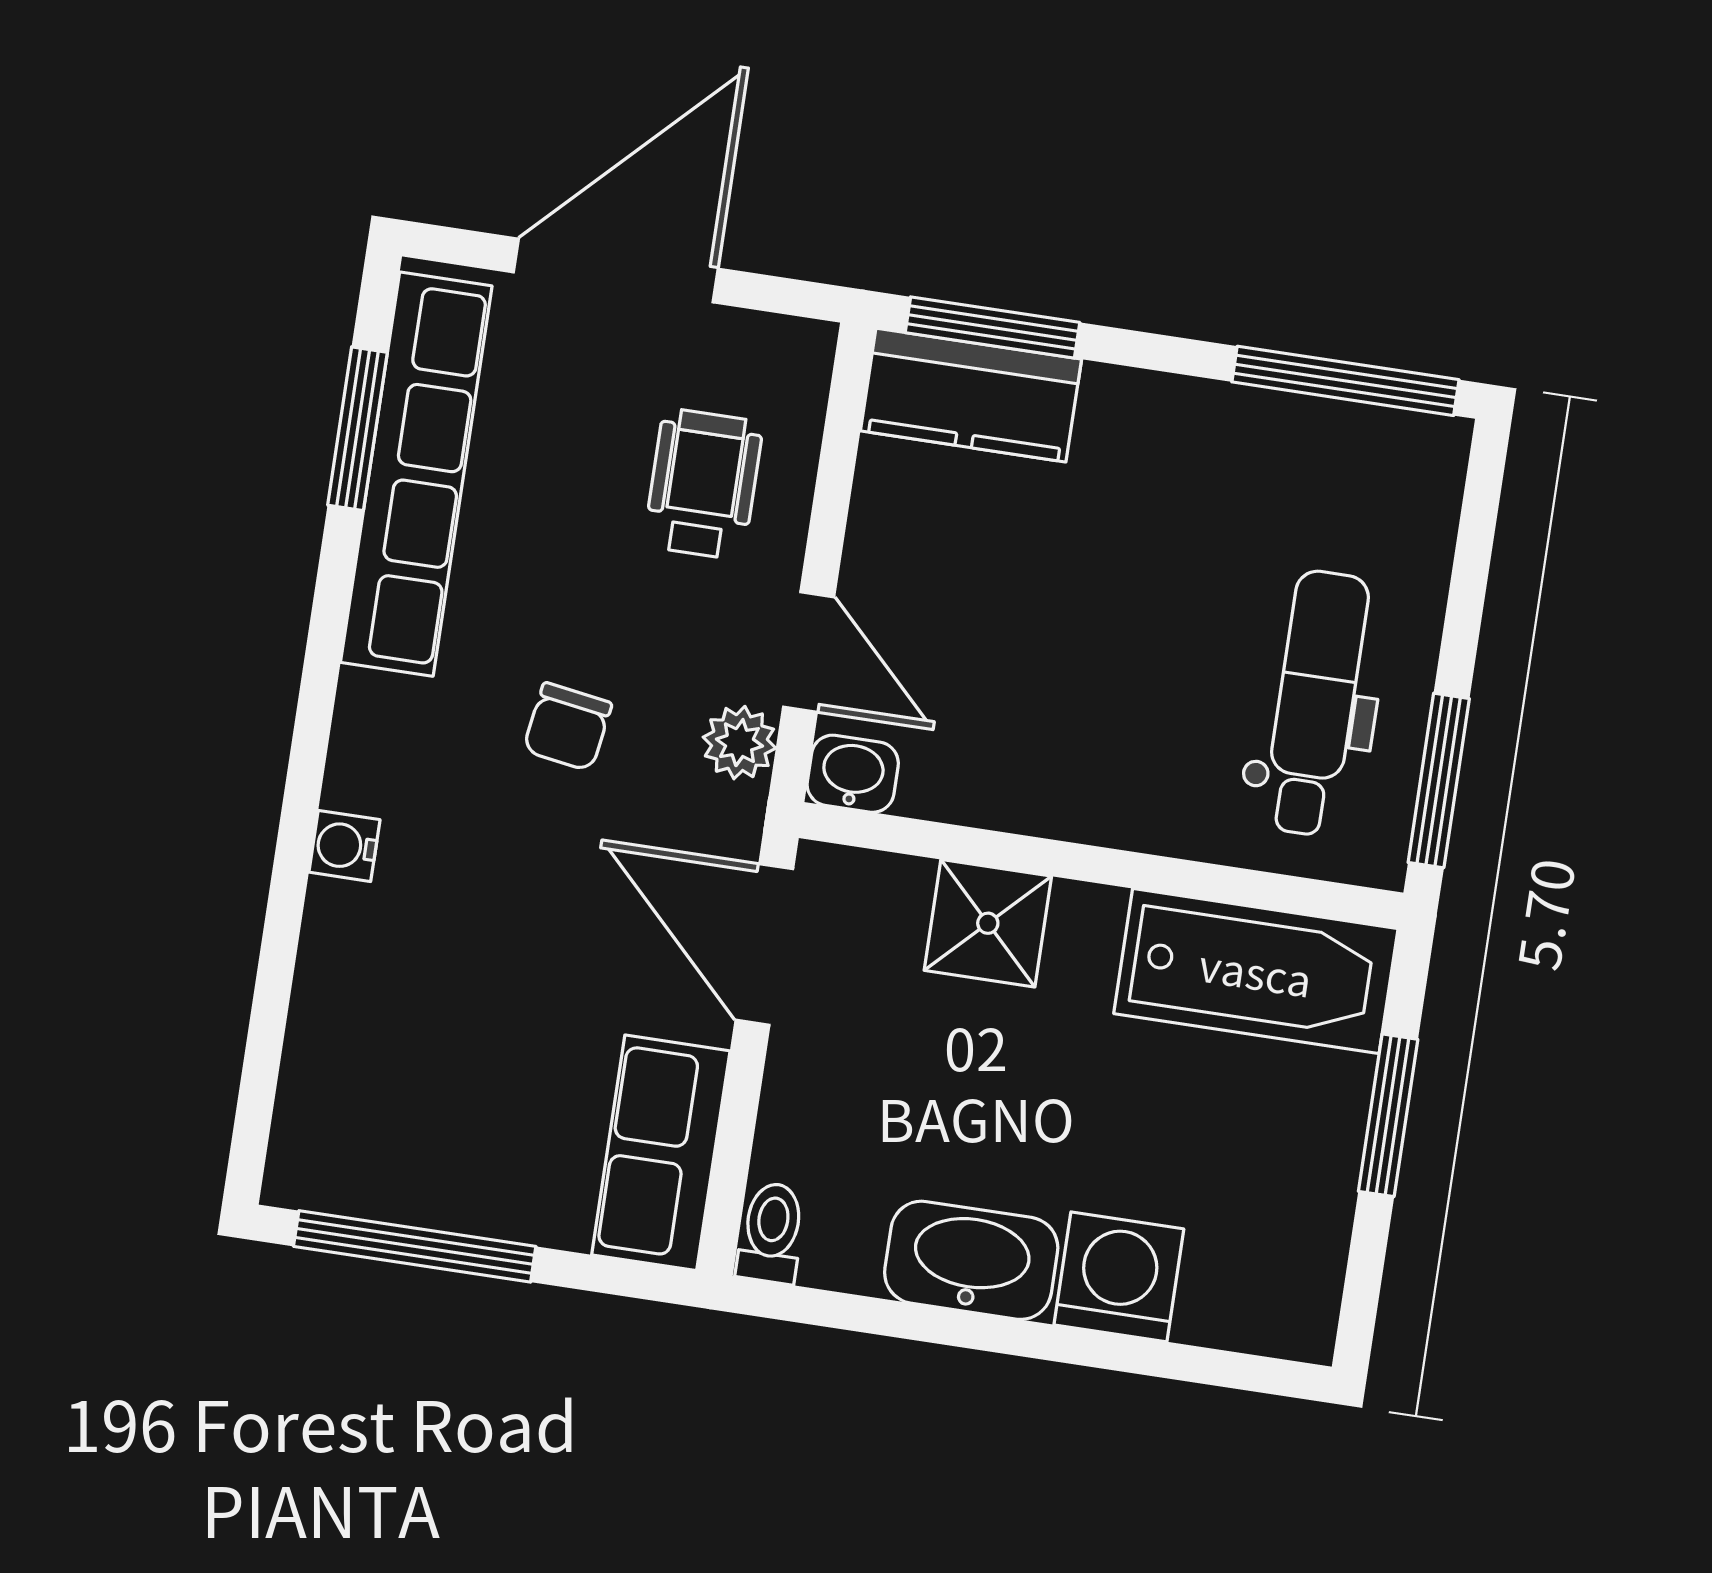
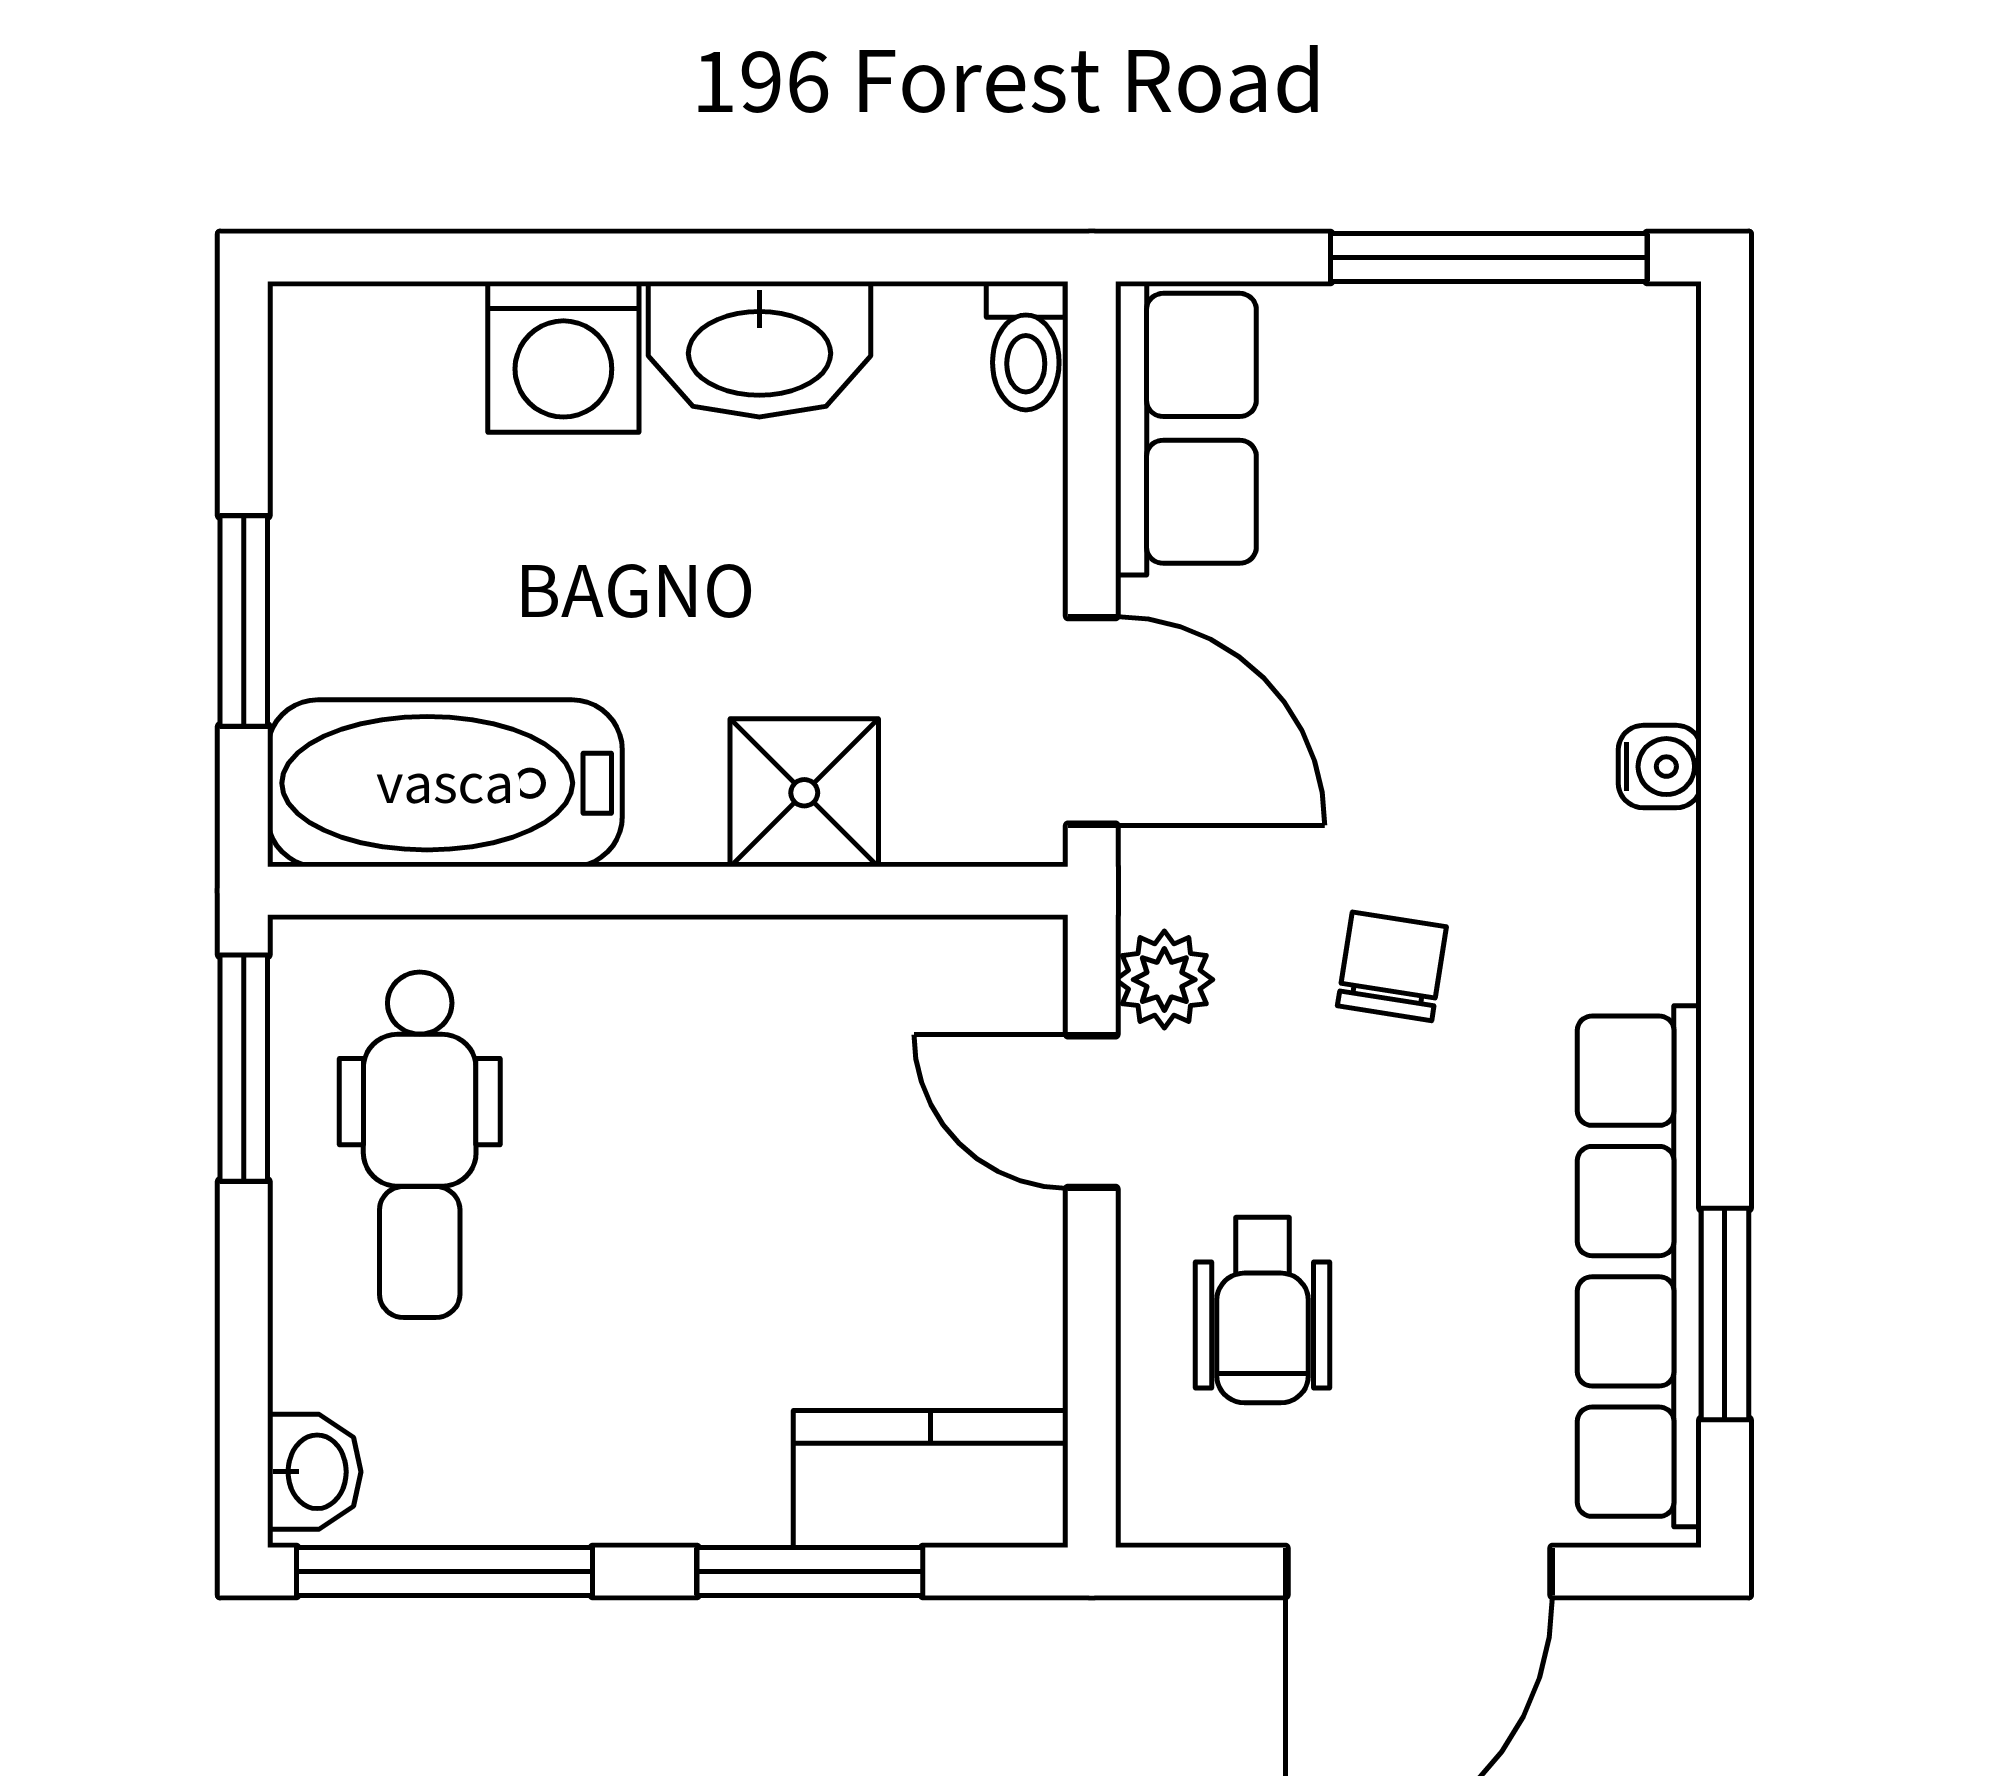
window: (993, 327) -> (810, 1572), moved
washbasin: (853, 774) -> (314, 1472), moved, turned -90

